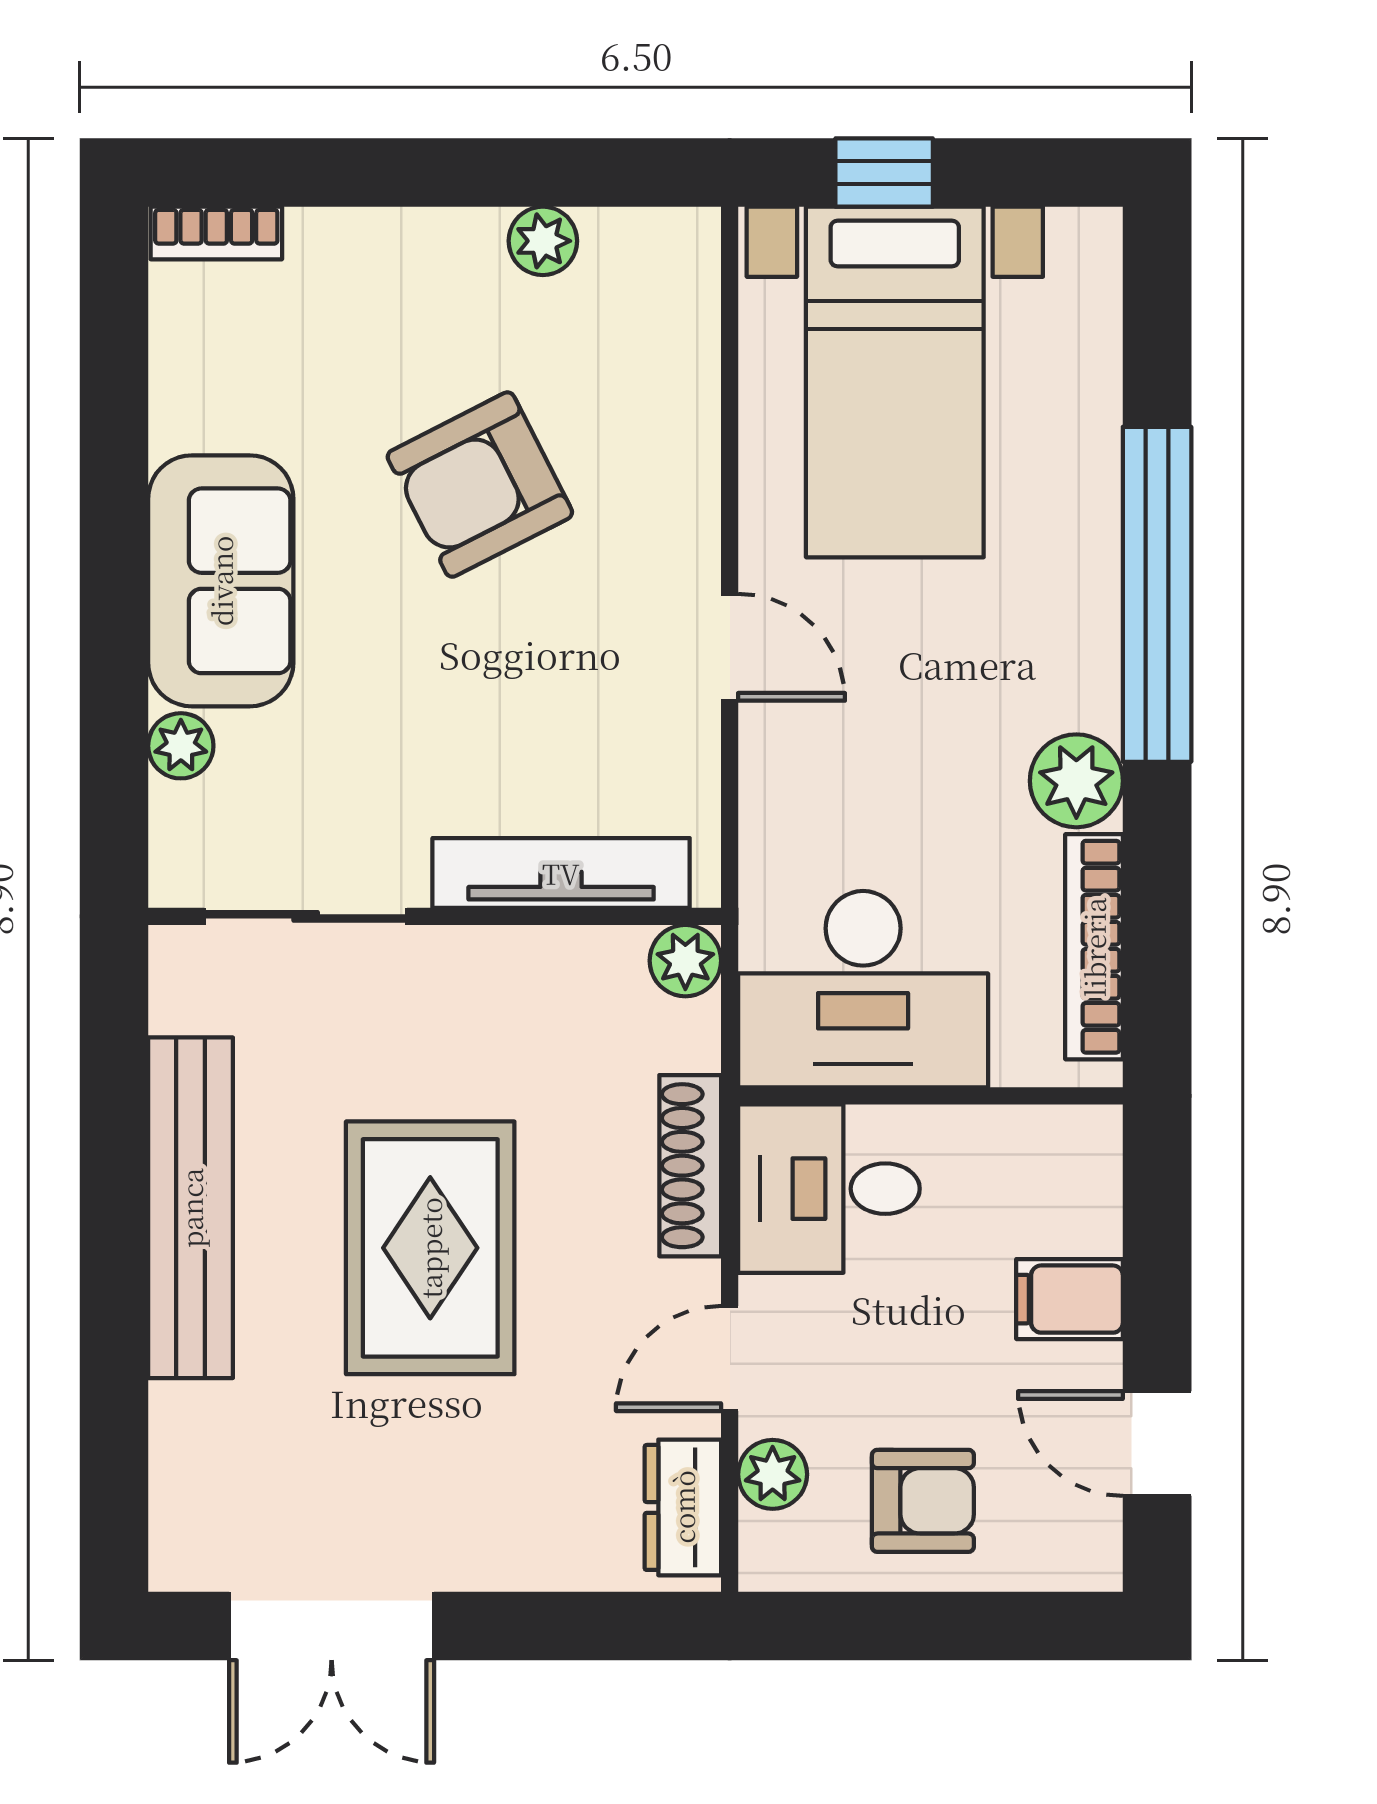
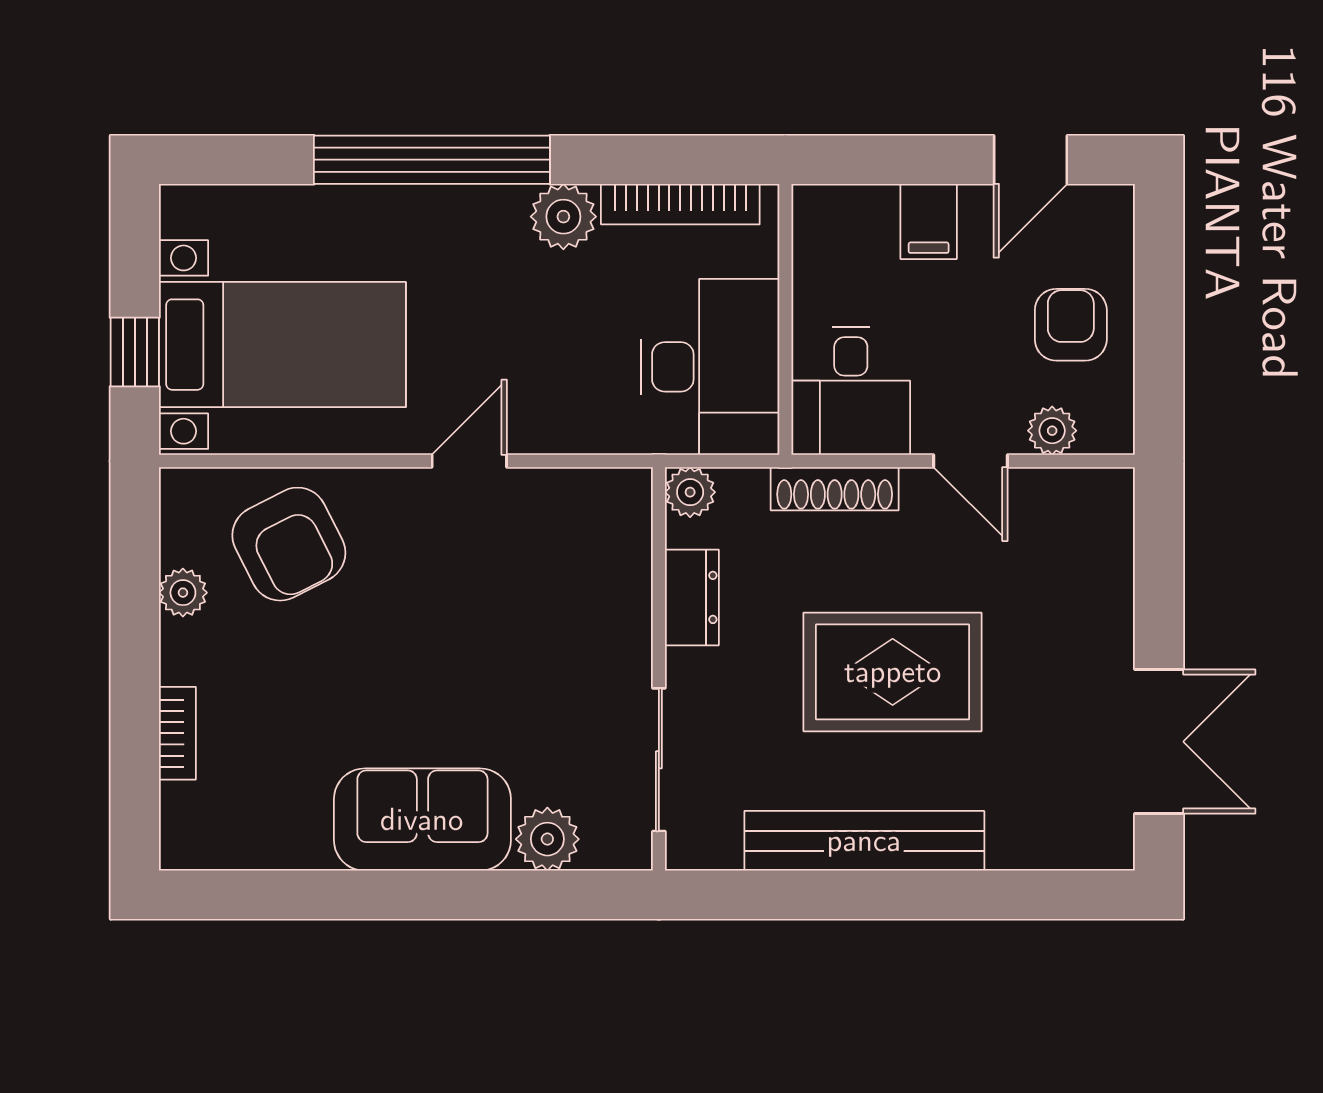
bookcase: (216, 233) -> (177, 733), moved
armchair: (480, 485) -> (289, 544), moved
plant: (181, 746) -> (547, 839), width x1.38, depth x1.38
tv unit: (561, 873) -> (628, 580), removed
dresser: (683, 1507) -> (692, 597), moved, turned -90

